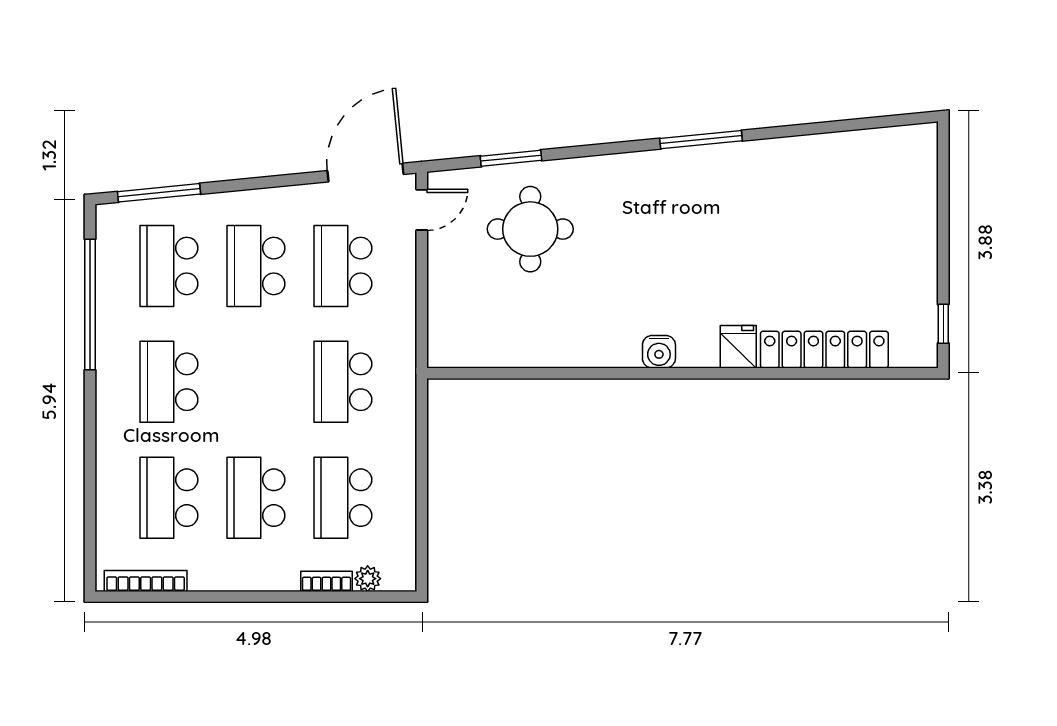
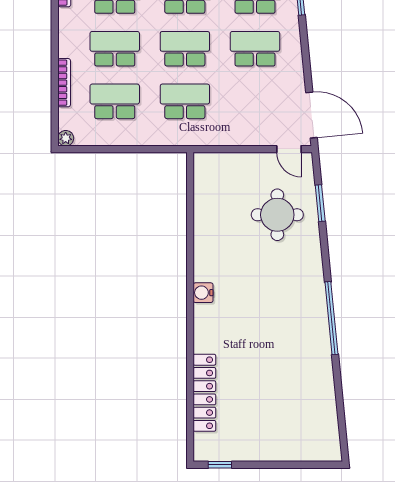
window: (701, 140) -> (331, 318), width x1.46
school desk: (343, 266) -> (185, 49), moved
fridge: (738, 347) -> (206, 341), removed
plant: (368, 579) -> (66, 138), moved
bookcase: (326, 581) -> (64, 83), width x1.56

